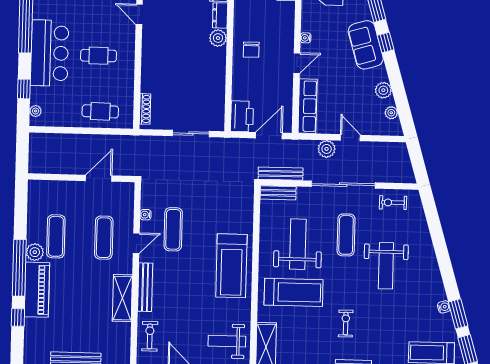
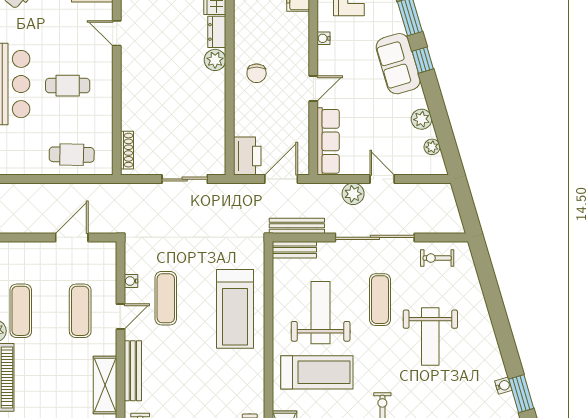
water cooler: (306, 38) -> (324, 38), moved
treadmill: (231, 266) -> (235, 309), moved

